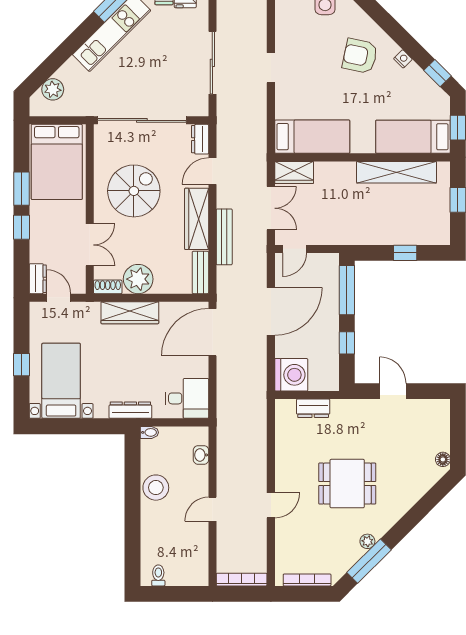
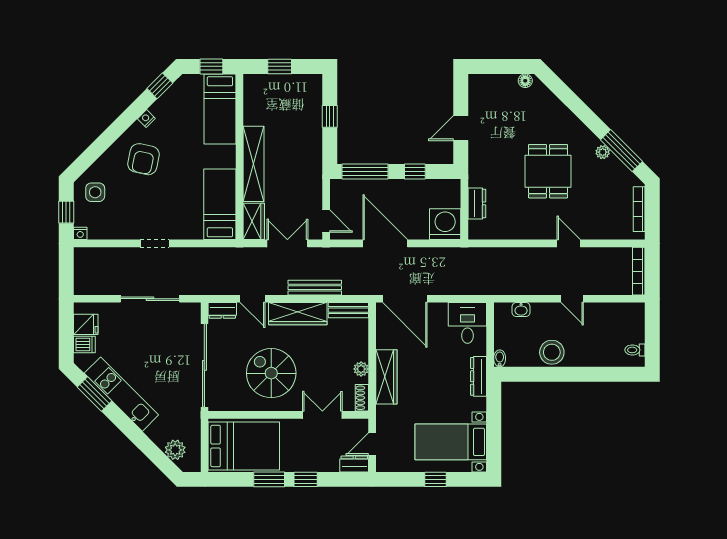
shelving: (397, 172) -> (253, 164), moved
plant: (138, 279) -> (361, 369), width x0.53, depth x0.53

